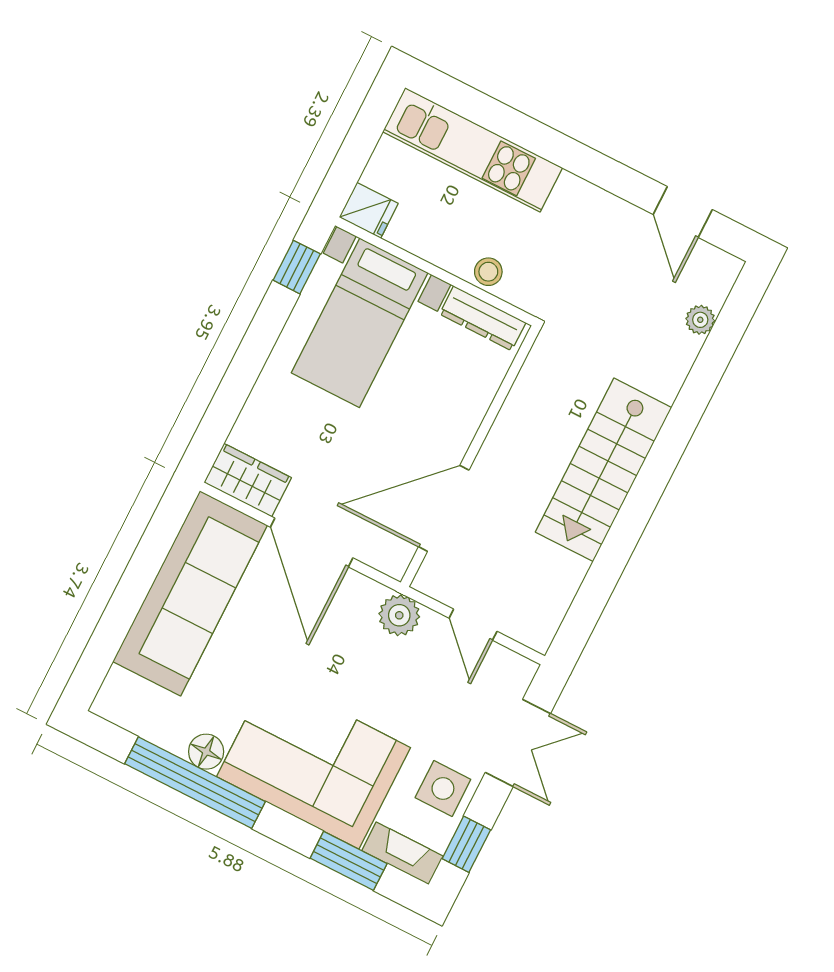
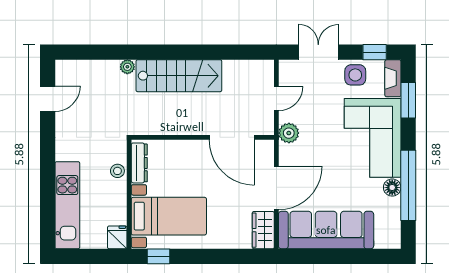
plant: (700, 320) -> (127, 67), moved

